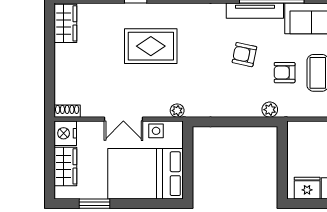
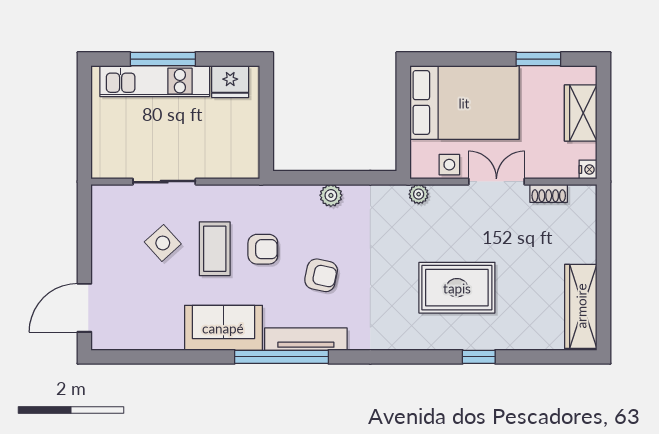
wardrobe: (65, 23) -> (581, 306), width x1.50
plant: (270, 110) -> (331, 195), moved
shoe rack: (67, 111) -> (549, 193), moved
nightstand: (65, 133) -> (588, 170), width x0.53, depth x0.56

